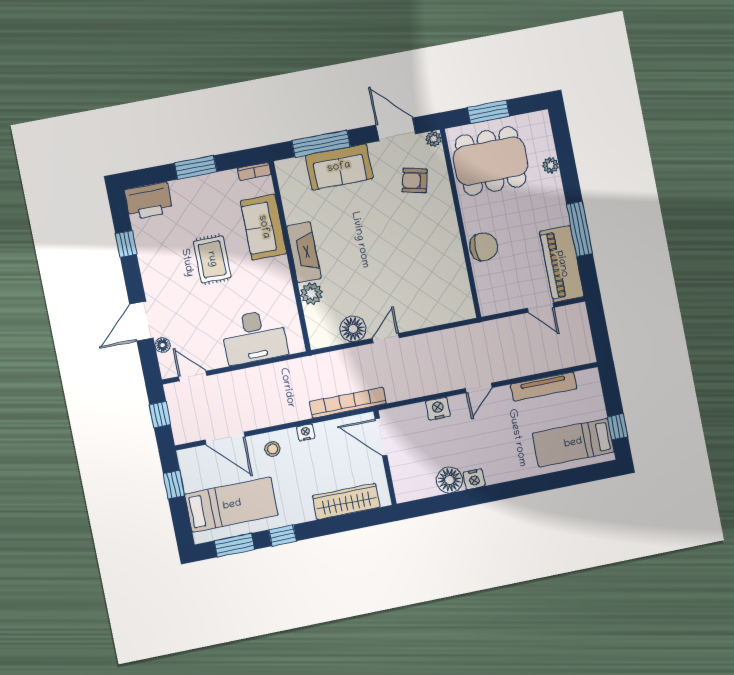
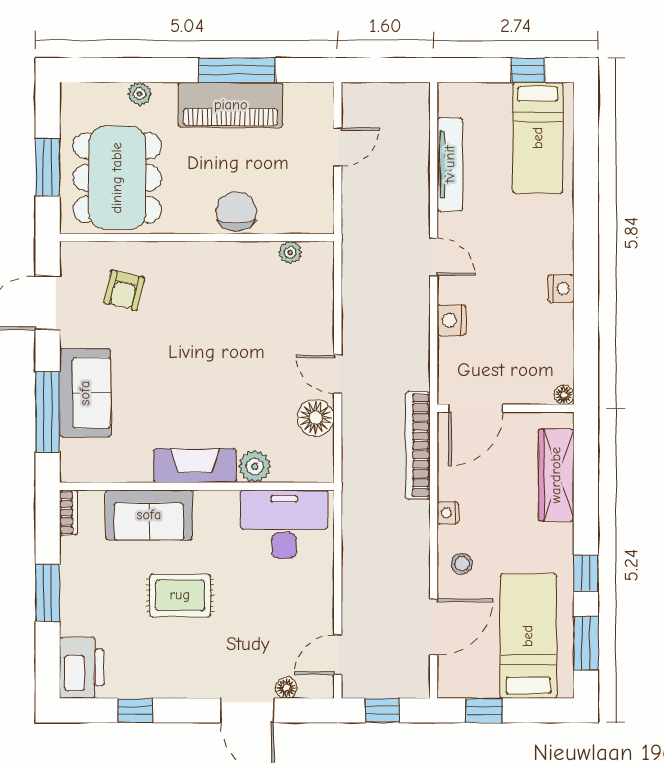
plant: (434, 139) -> (290, 252), moved
piano: (562, 264) -> (231, 105), moved
desk: (254, 337) -> (284, 524), moved, turned -90
floor lamp: (450, 480) -> (564, 395), moved, width x0.53, depth x0.53

